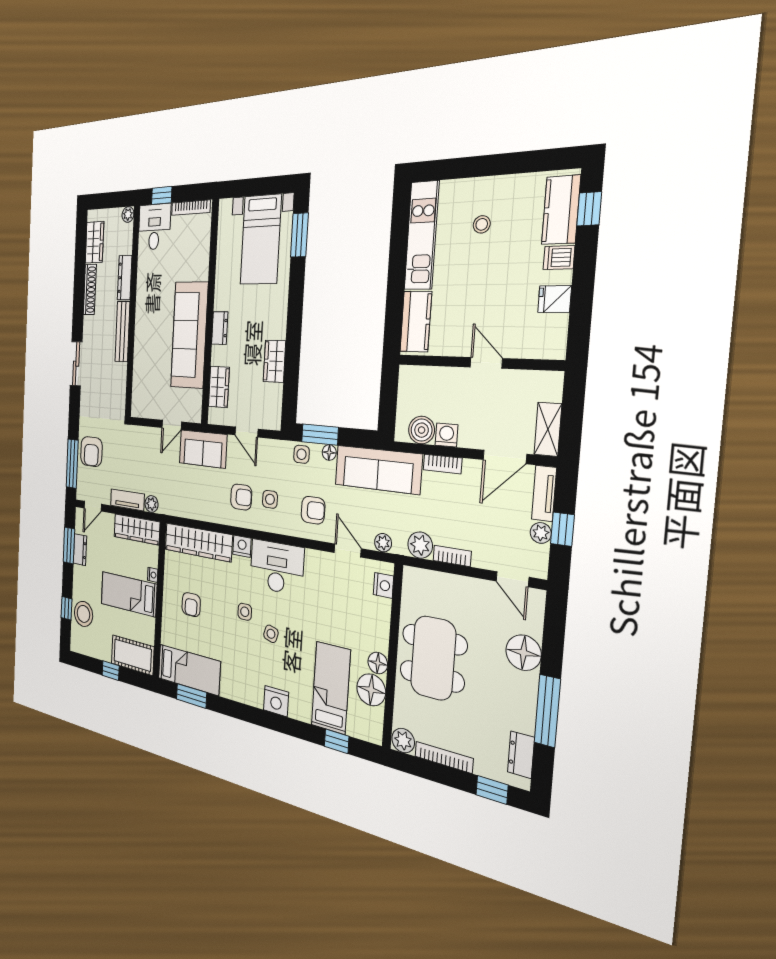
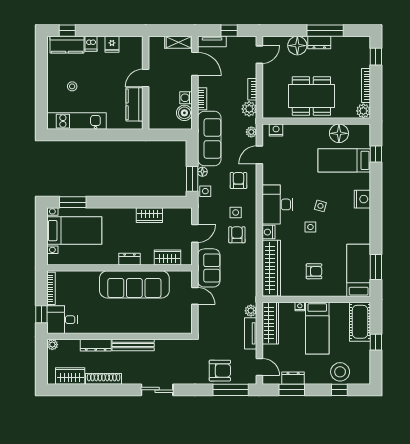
kitchen counter: (416, 322) -> (134, 104), moved, turned -90
plant: (541, 533) -> (233, 42), removed
floor lamp: (378, 663) -> (322, 130), removed
dresser: (521, 755) -> (319, 43), moved

